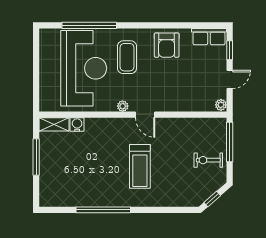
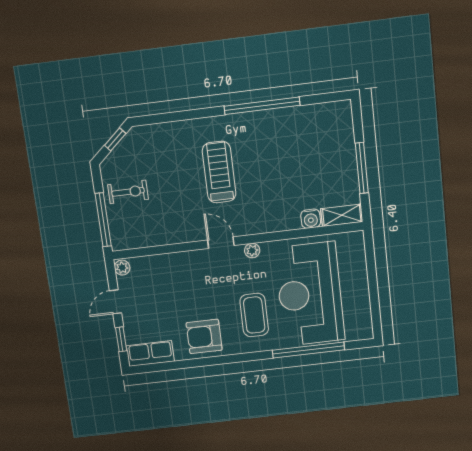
armchair: (167, 45) -> (204, 336), turned -90

